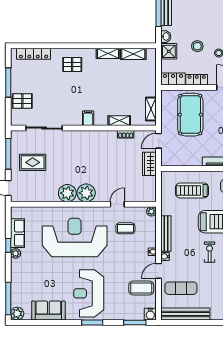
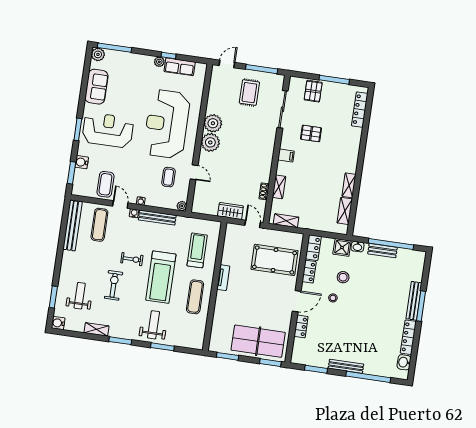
pallet: (72, 65) -> (311, 133), moved, turned 90
reception desk: (75, 238) -> (167, 124), turned 180
water cooler: (150, 314) -> (82, 162), moved

